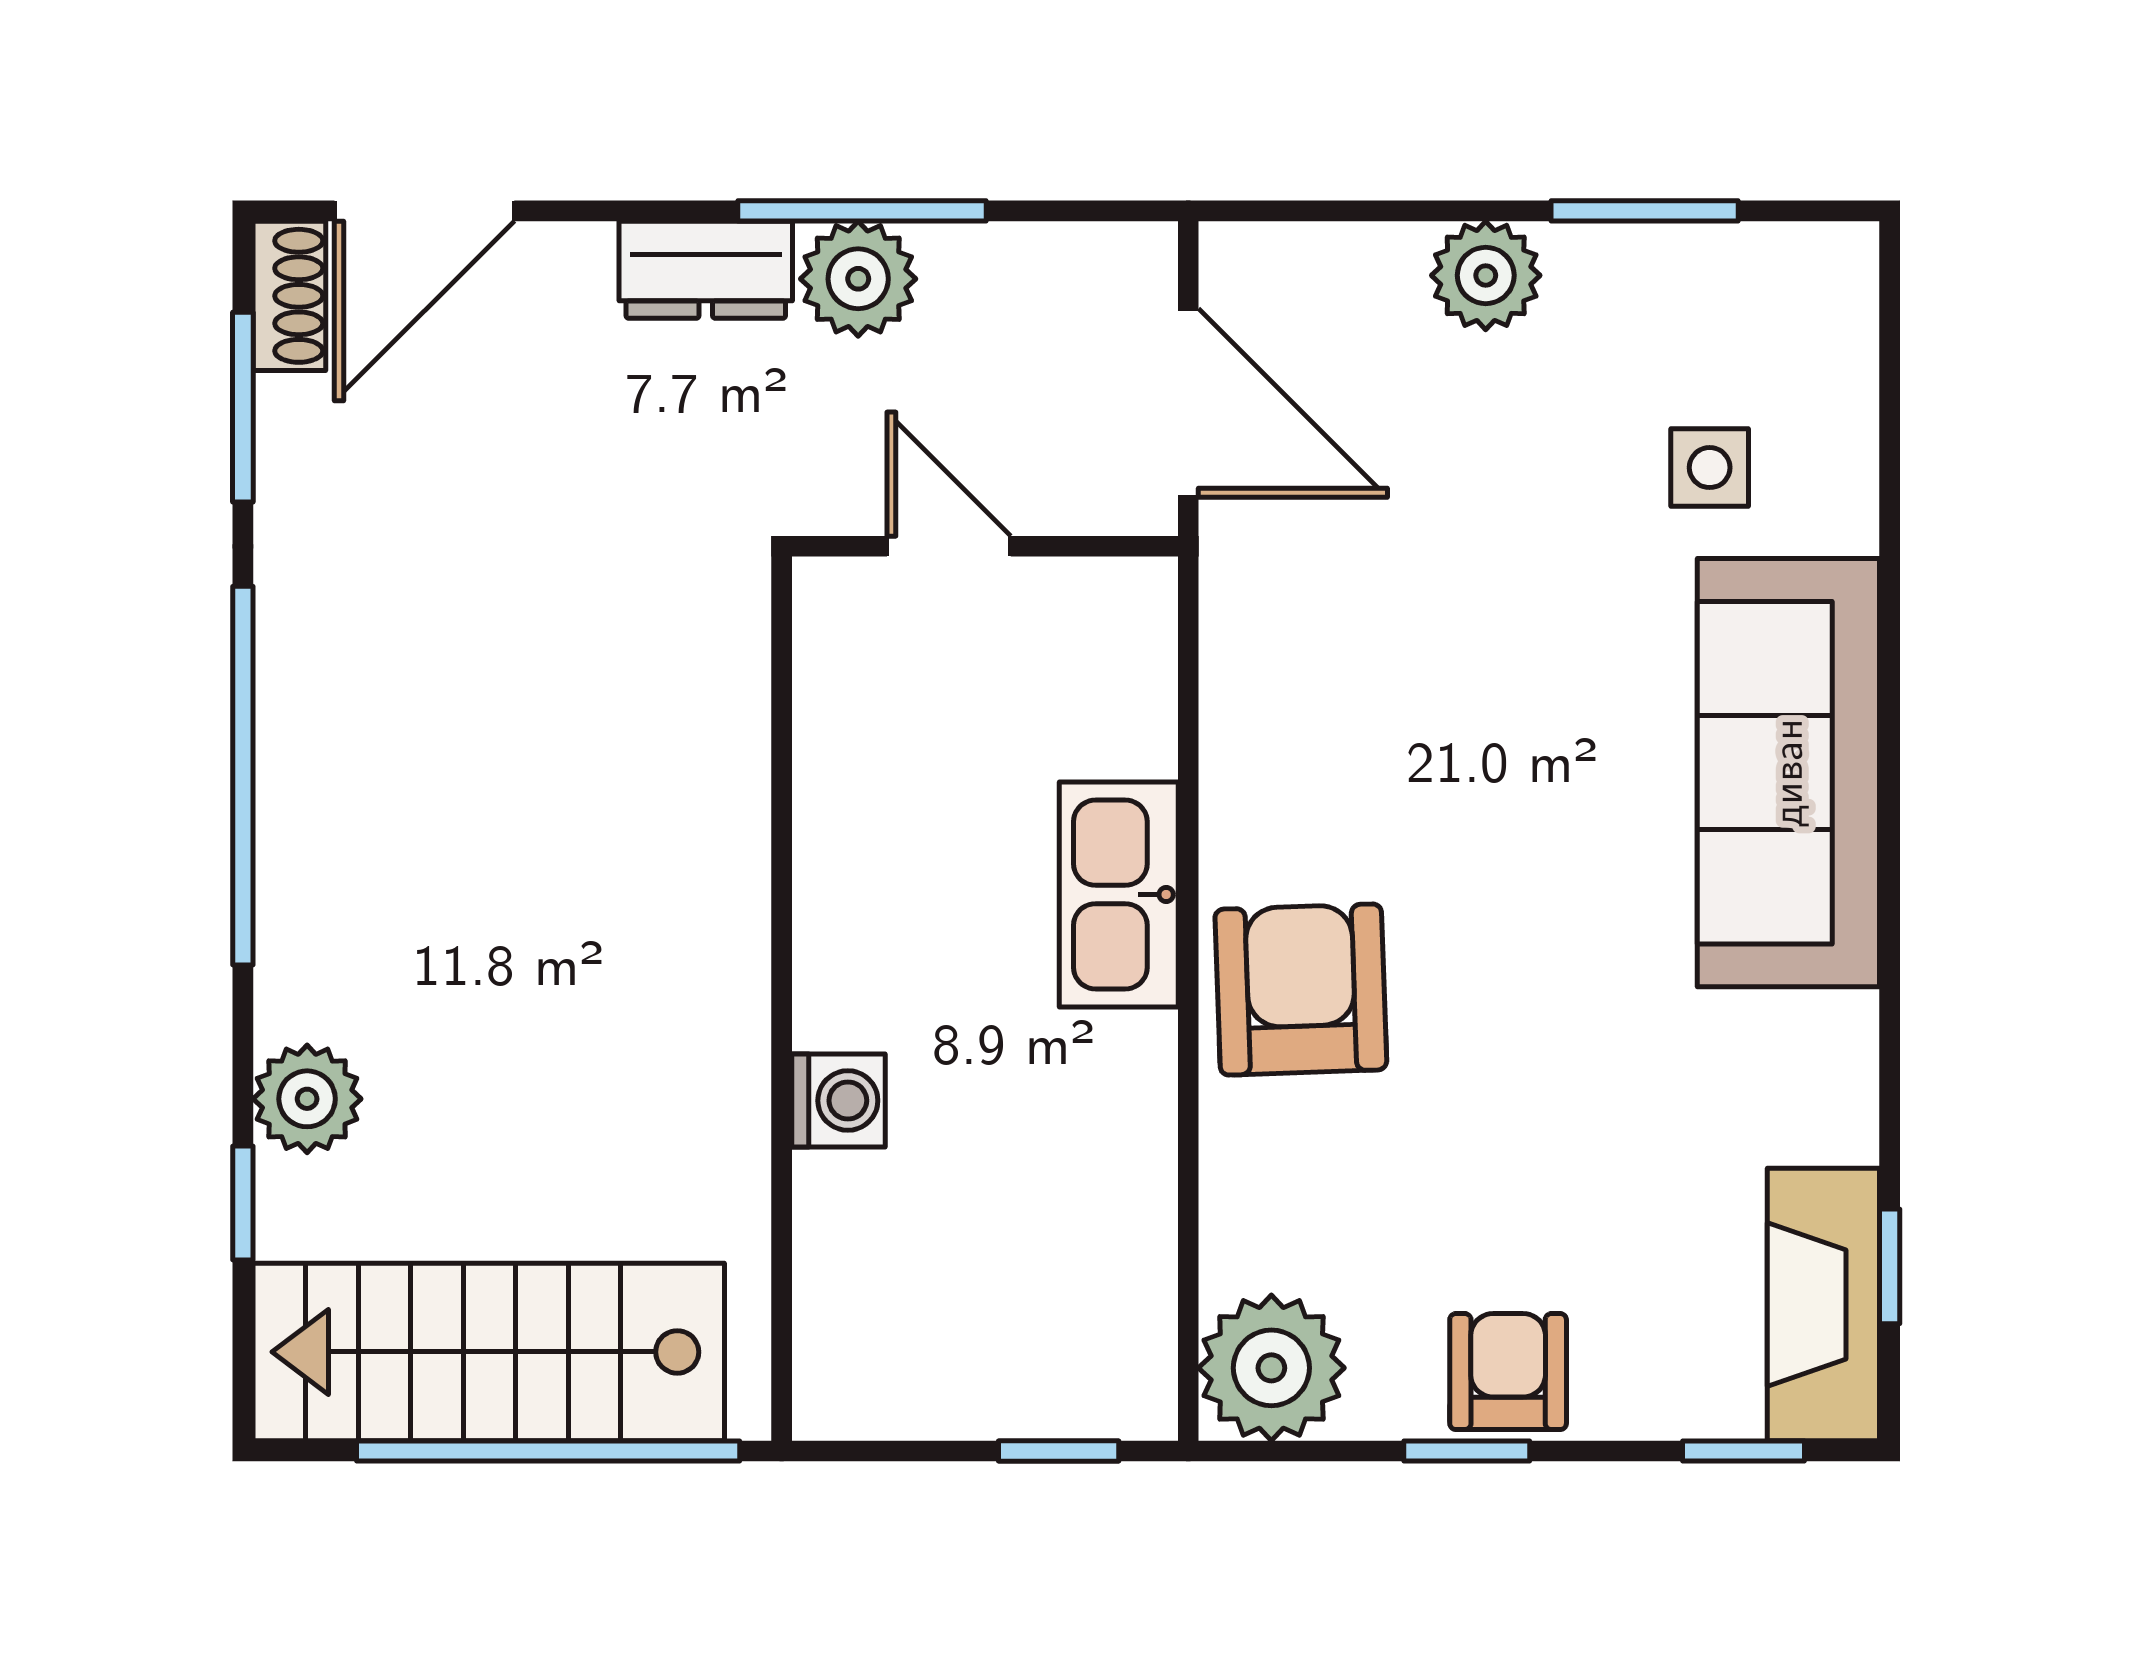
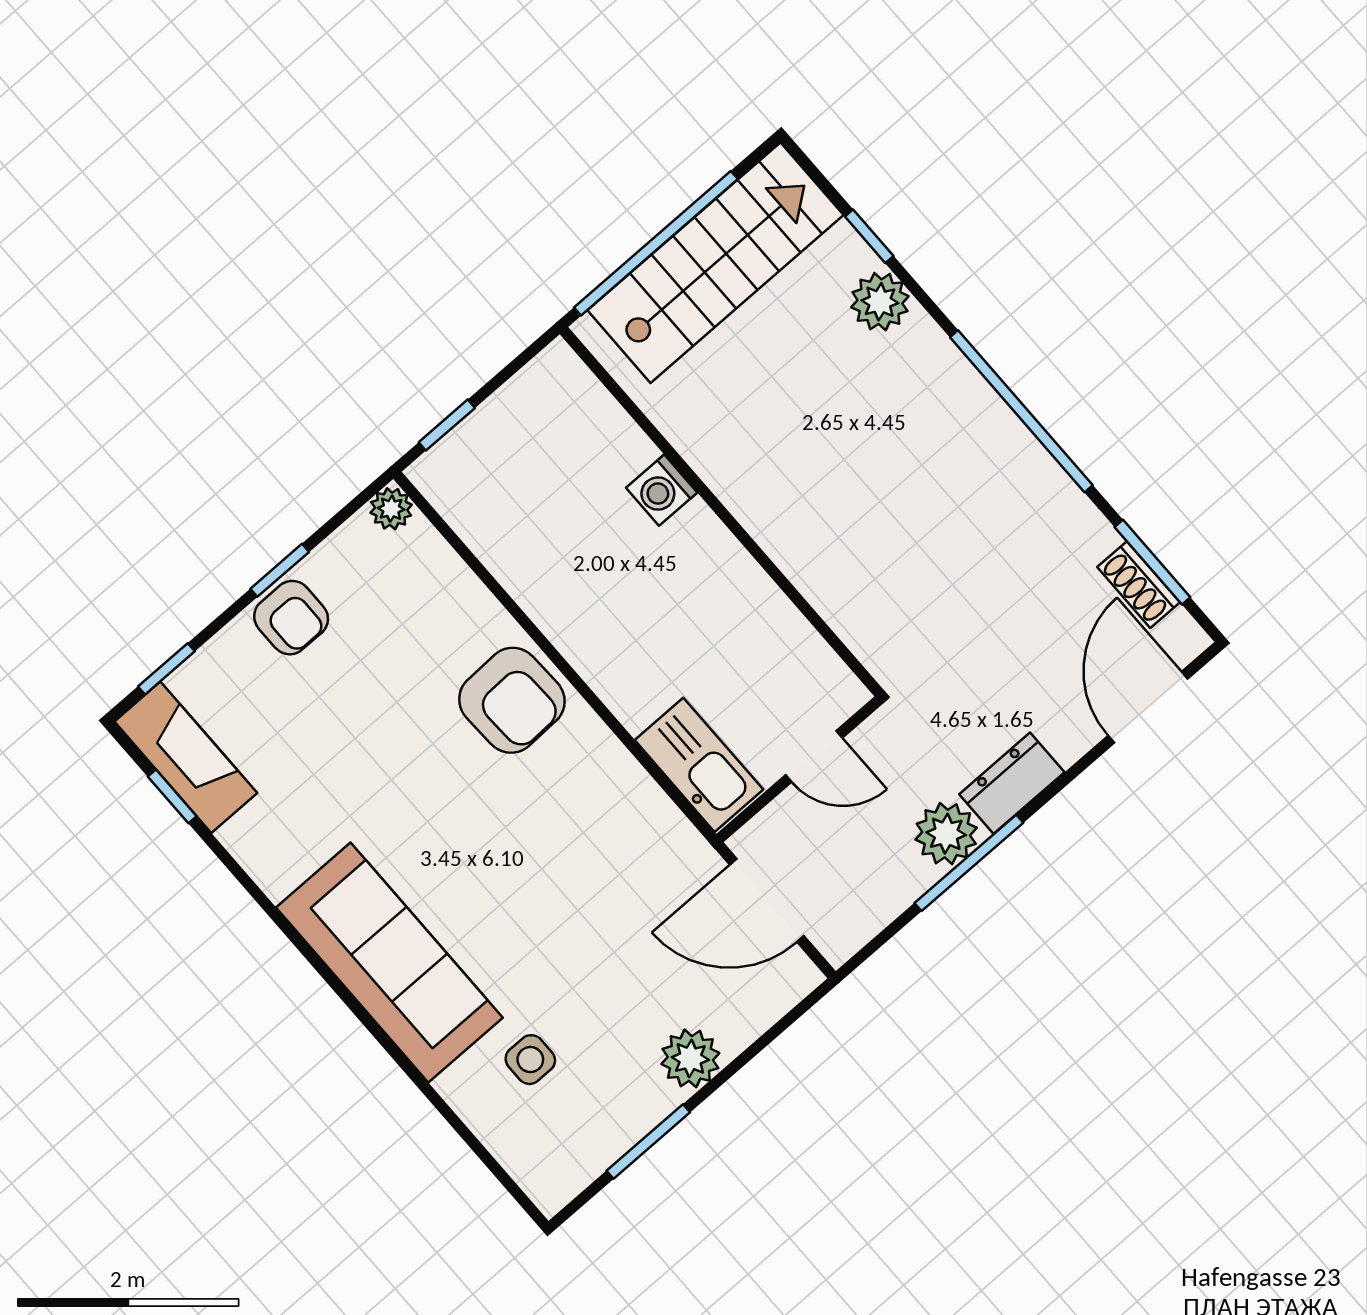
shoe rack: (289, 296) -> (1139, 585), moved
kitchen sink: (1119, 895) -> (699, 765), moved
plant: (1271, 1368) -> (391, 509), width x0.53, depth x0.53

